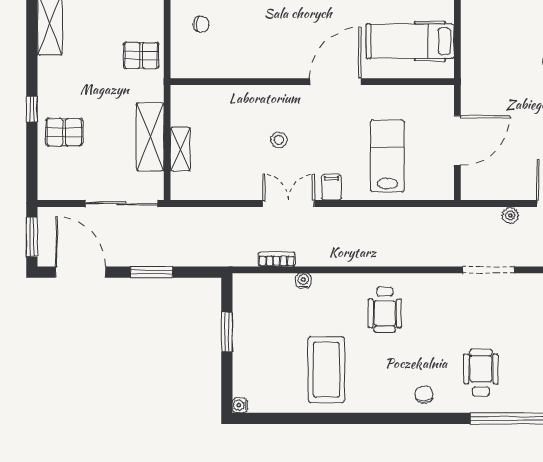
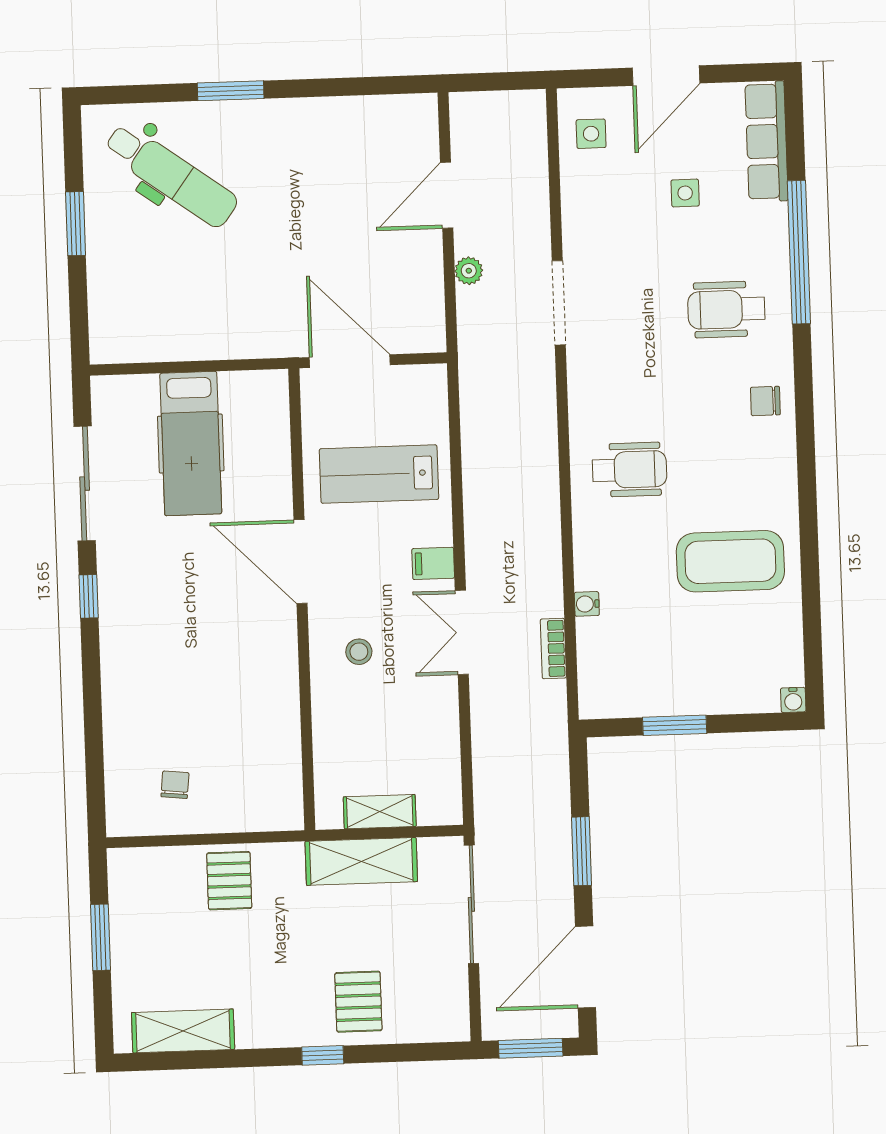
wall: (312, 82) -> (302, 599), moved
door: (335, 82) -> (300, 562), moved

